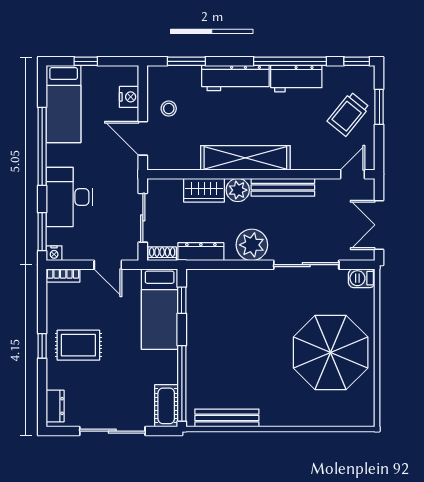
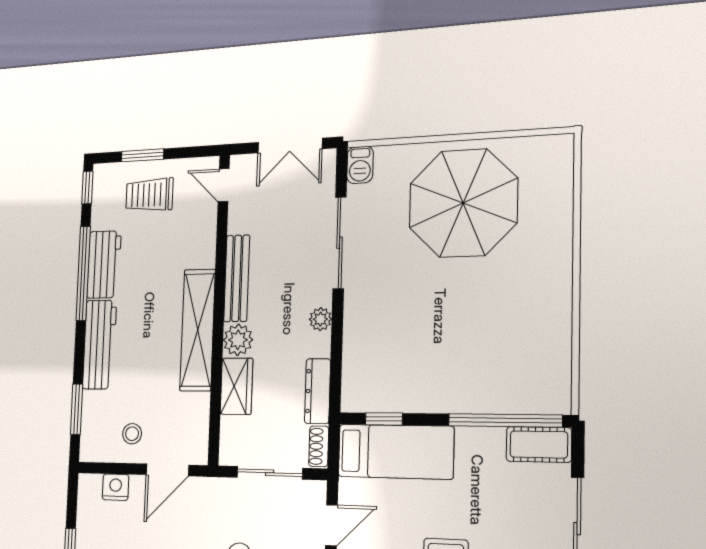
trolley: (348, 114) -> (149, 195), turned 141
plant: (252, 245) -> (320, 319), width x0.53, depth x0.53
bench: (227, 418) -> (559, 353), removed

